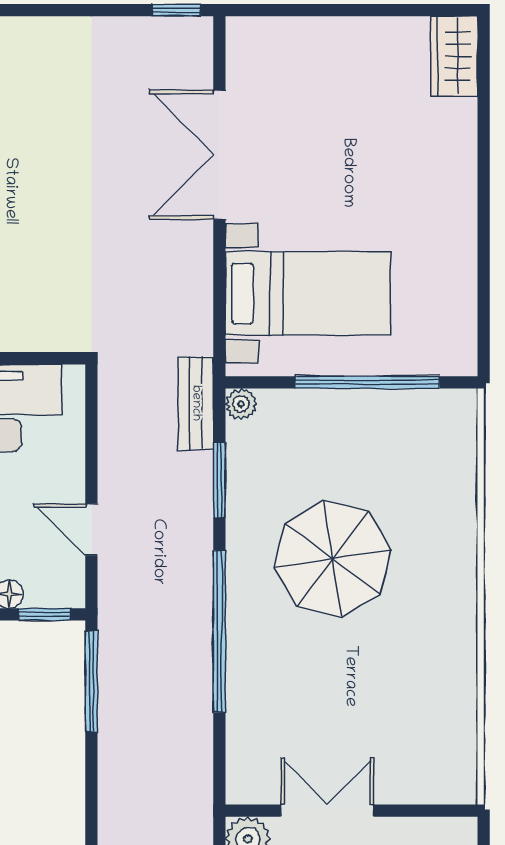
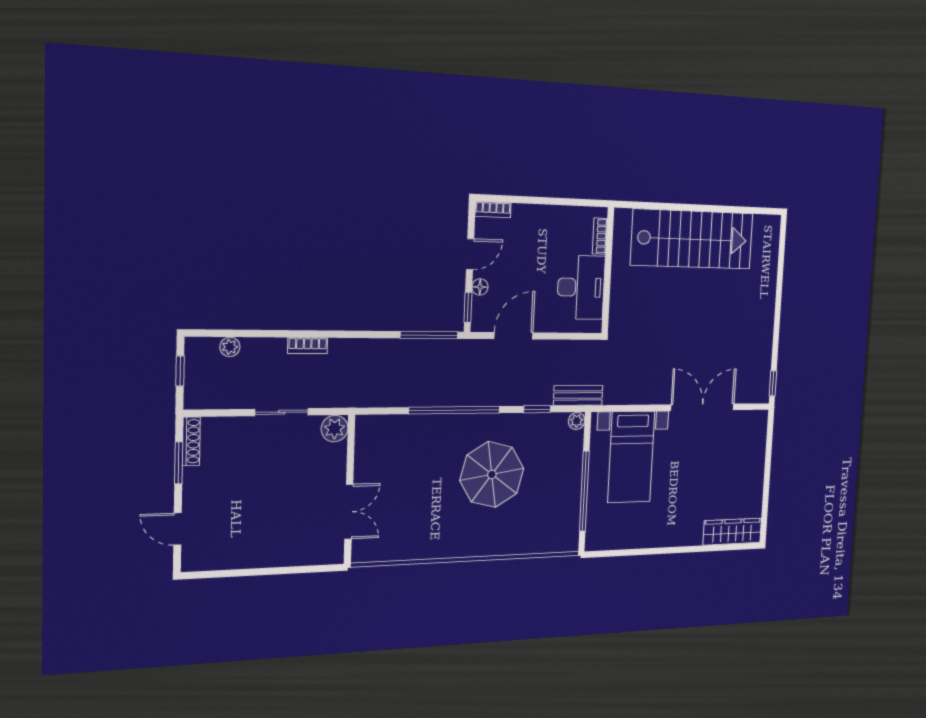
wardrobe: (454, 56) -> (732, 532), width x1.50
window: (219, 480) -> (537, 409), width x0.67
door: (91, 530) -> (514, 336), width x1.38
double door: (327, 811) -> (349, 512), moved

